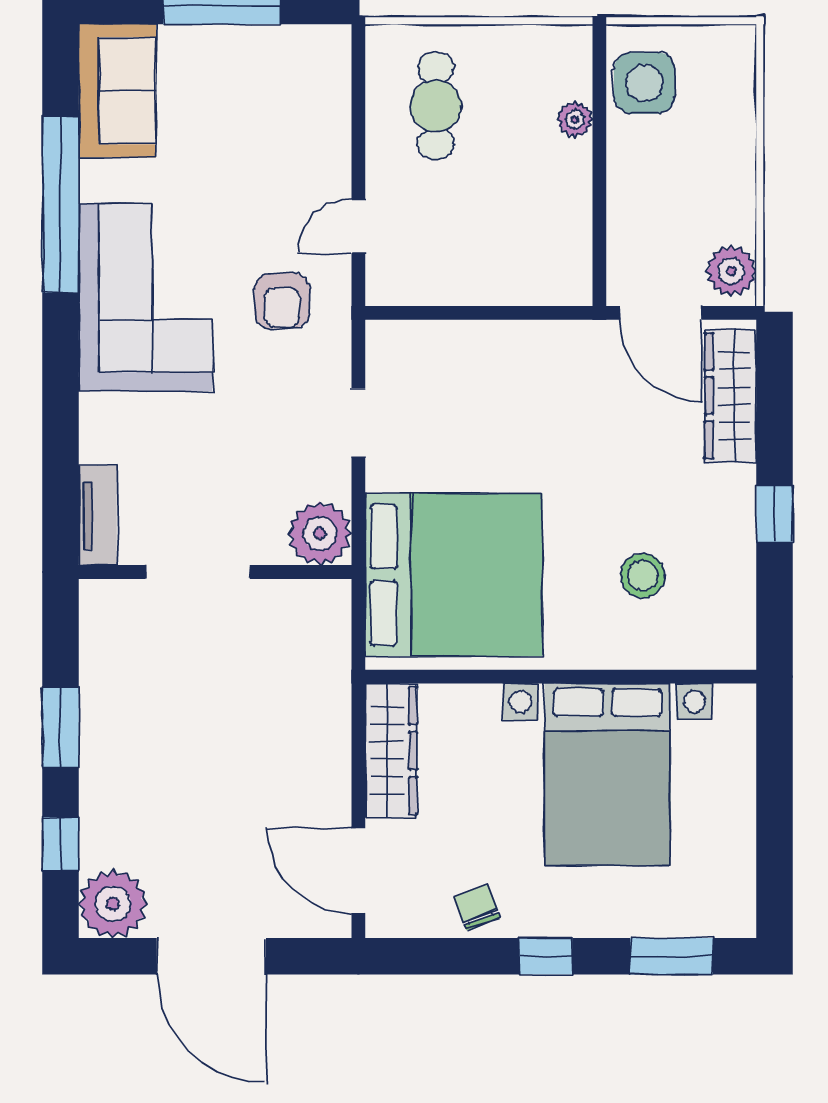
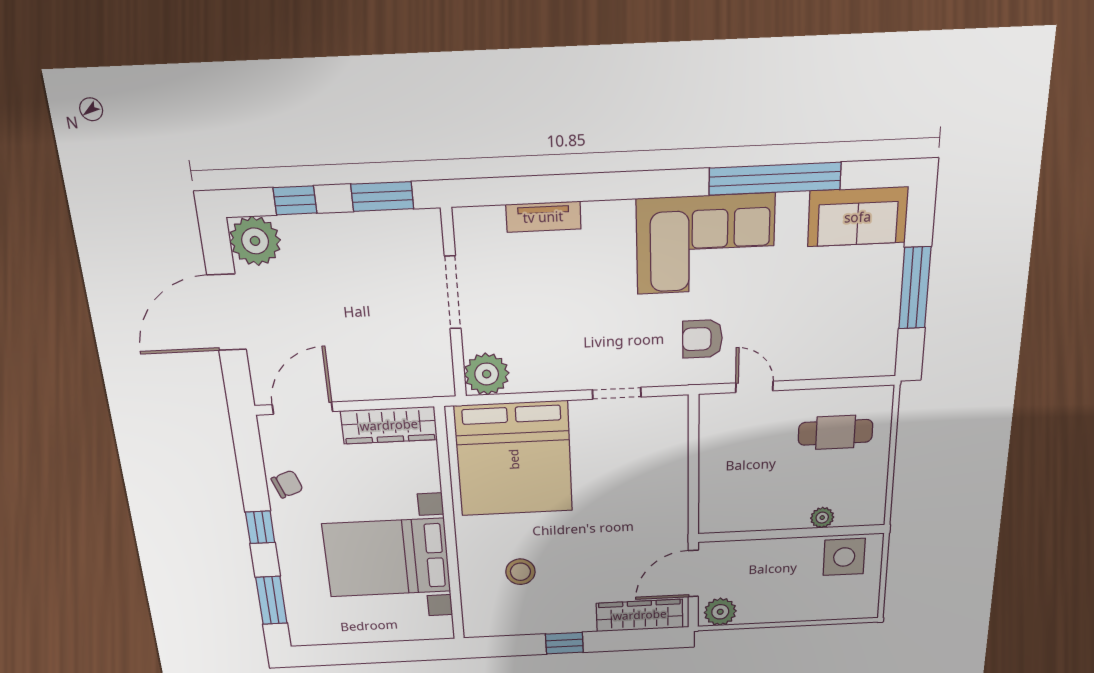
plant: (320, 533) -> (487, 374), moved
doorway: (198, 572) -> (453, 293), moved
wall: (215, 572) -> (454, 305), moved

